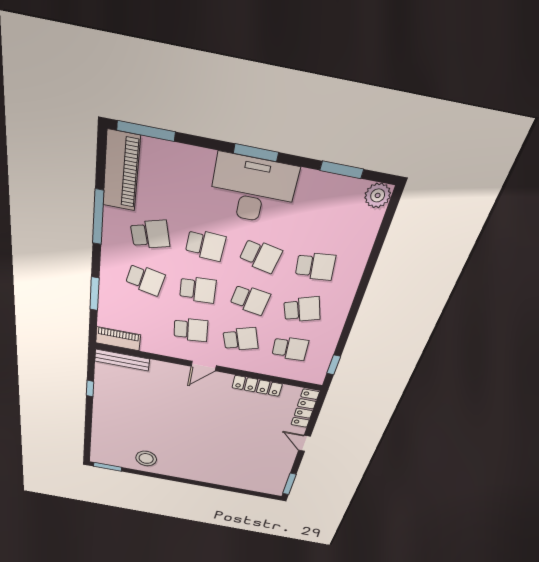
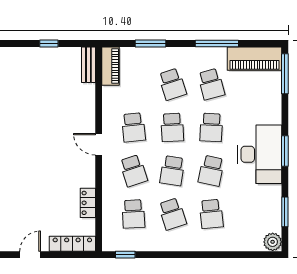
school desk: (145, 280) -> (172, 84), turned -30
bench: (122, 360) -> (88, 65), width x0.73
locker: (257, 386) -> (88, 203), width x0.66

